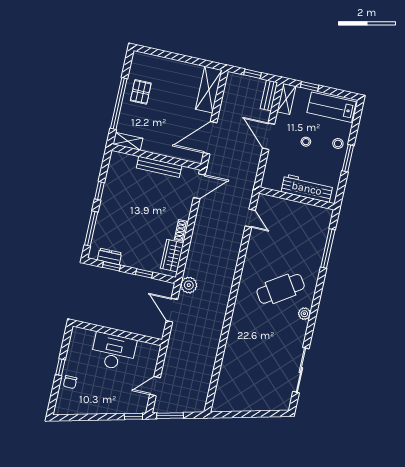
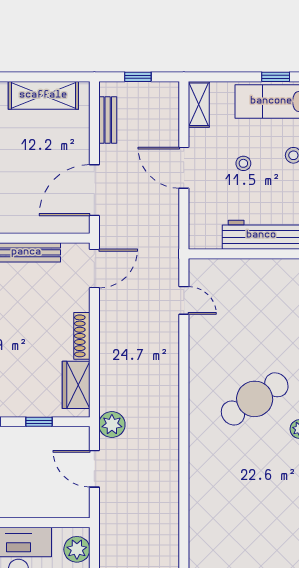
window: (310, 86) -> (276, 77), moved
shelving: (209, 90) -> (43, 95), moved, turned 90
bench: (269, 95) -> (108, 120), moved
shoe rack: (181, 231) -> (82, 336), width x1.43
plant: (150, 357) -> (77, 549), added

